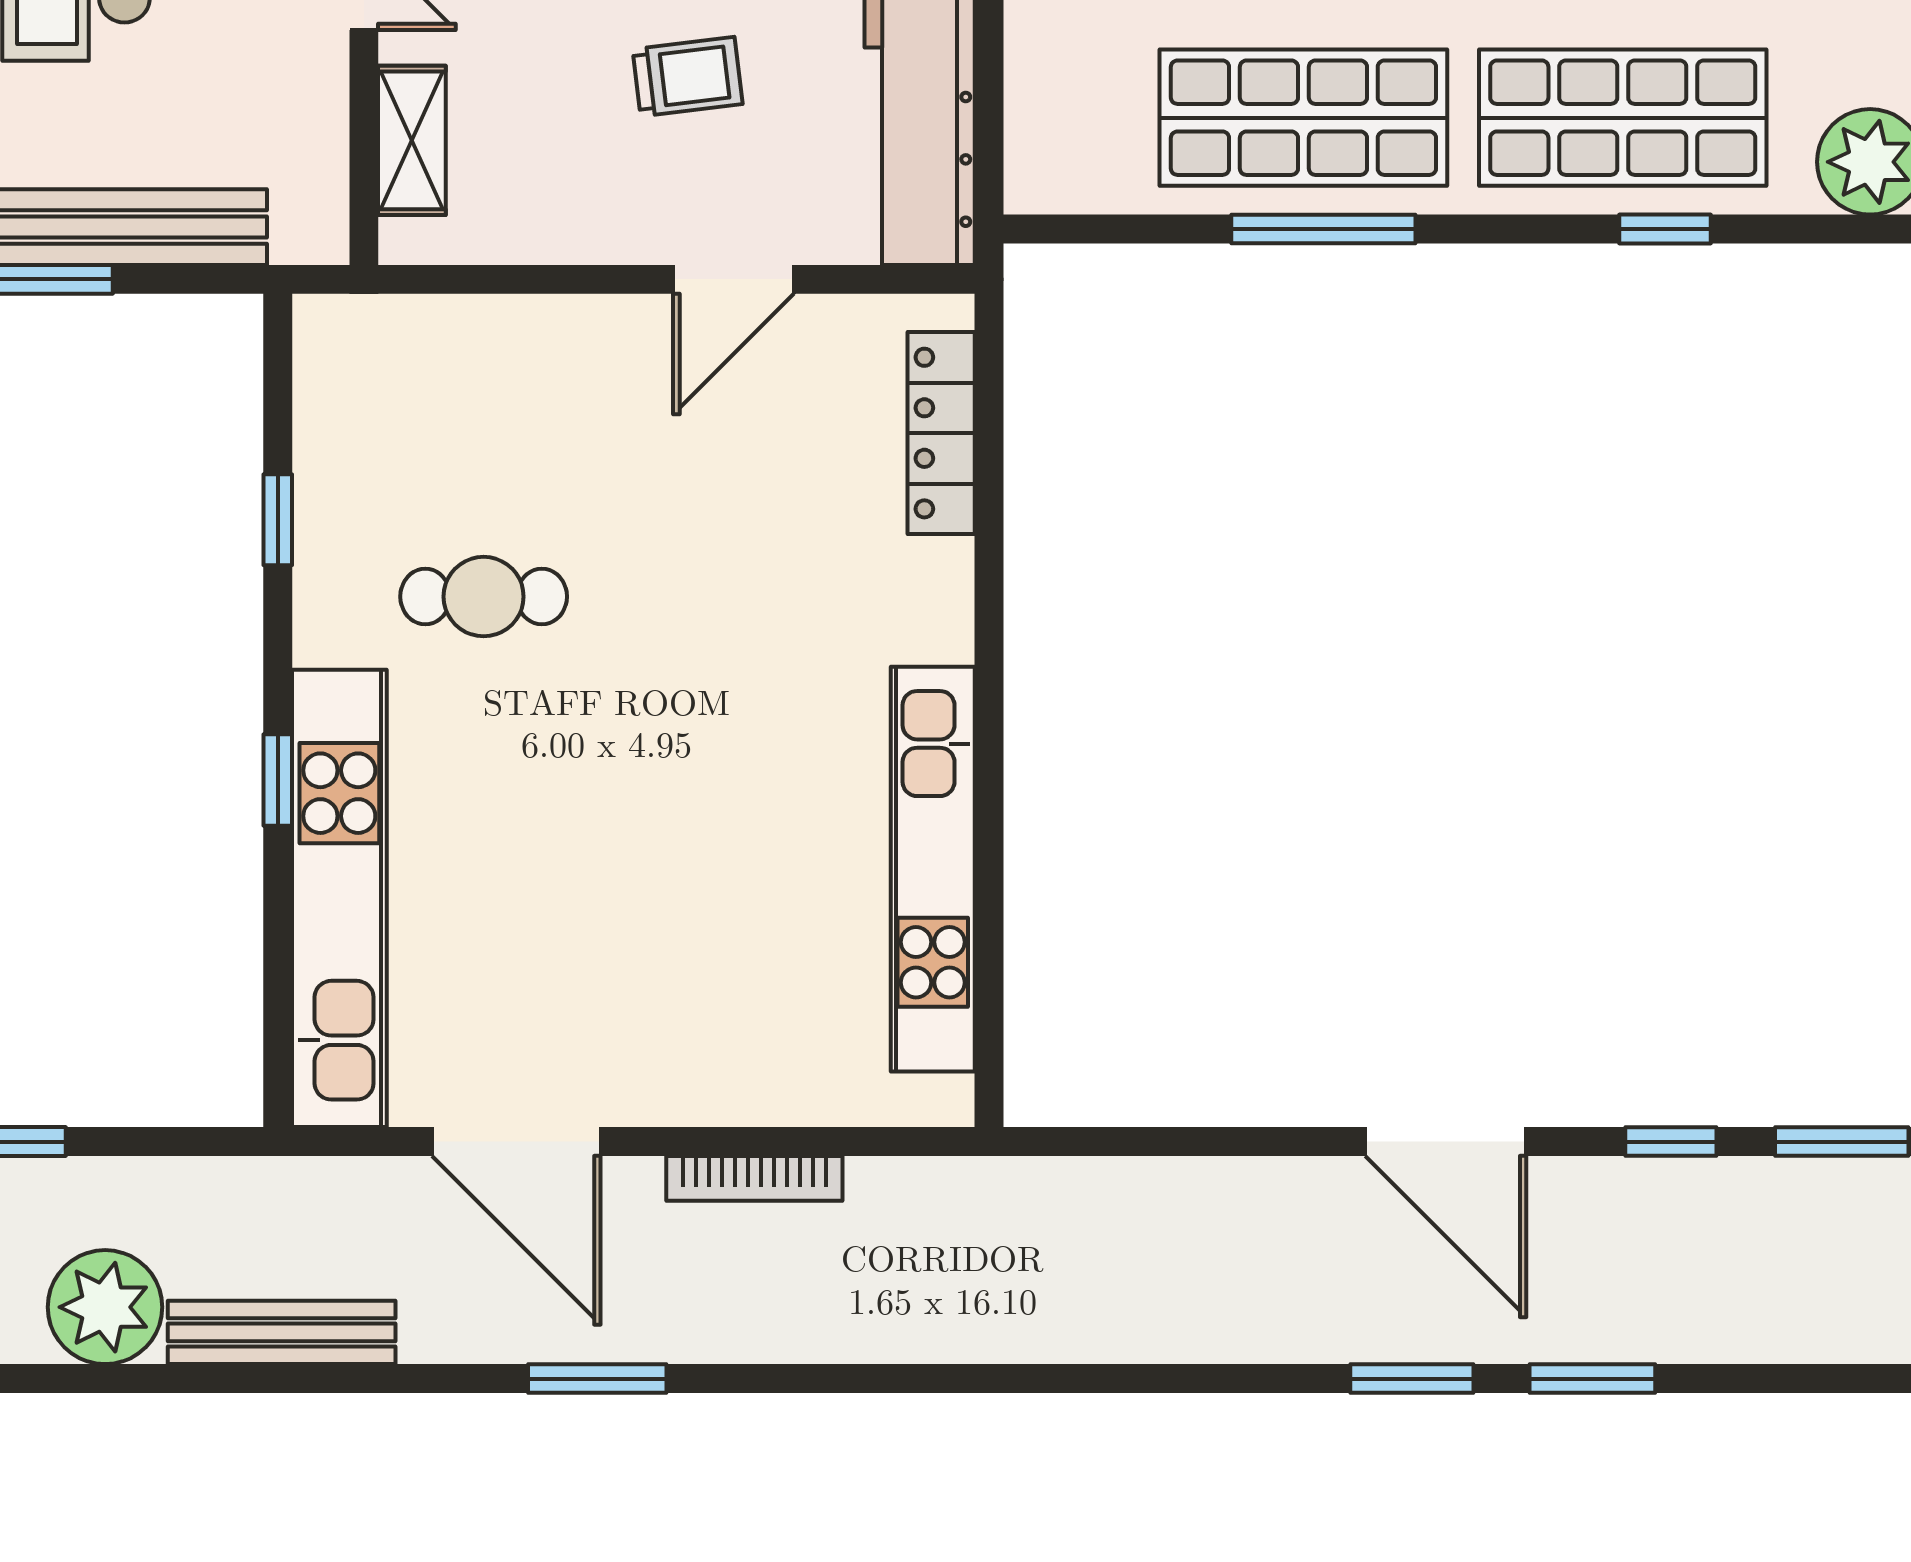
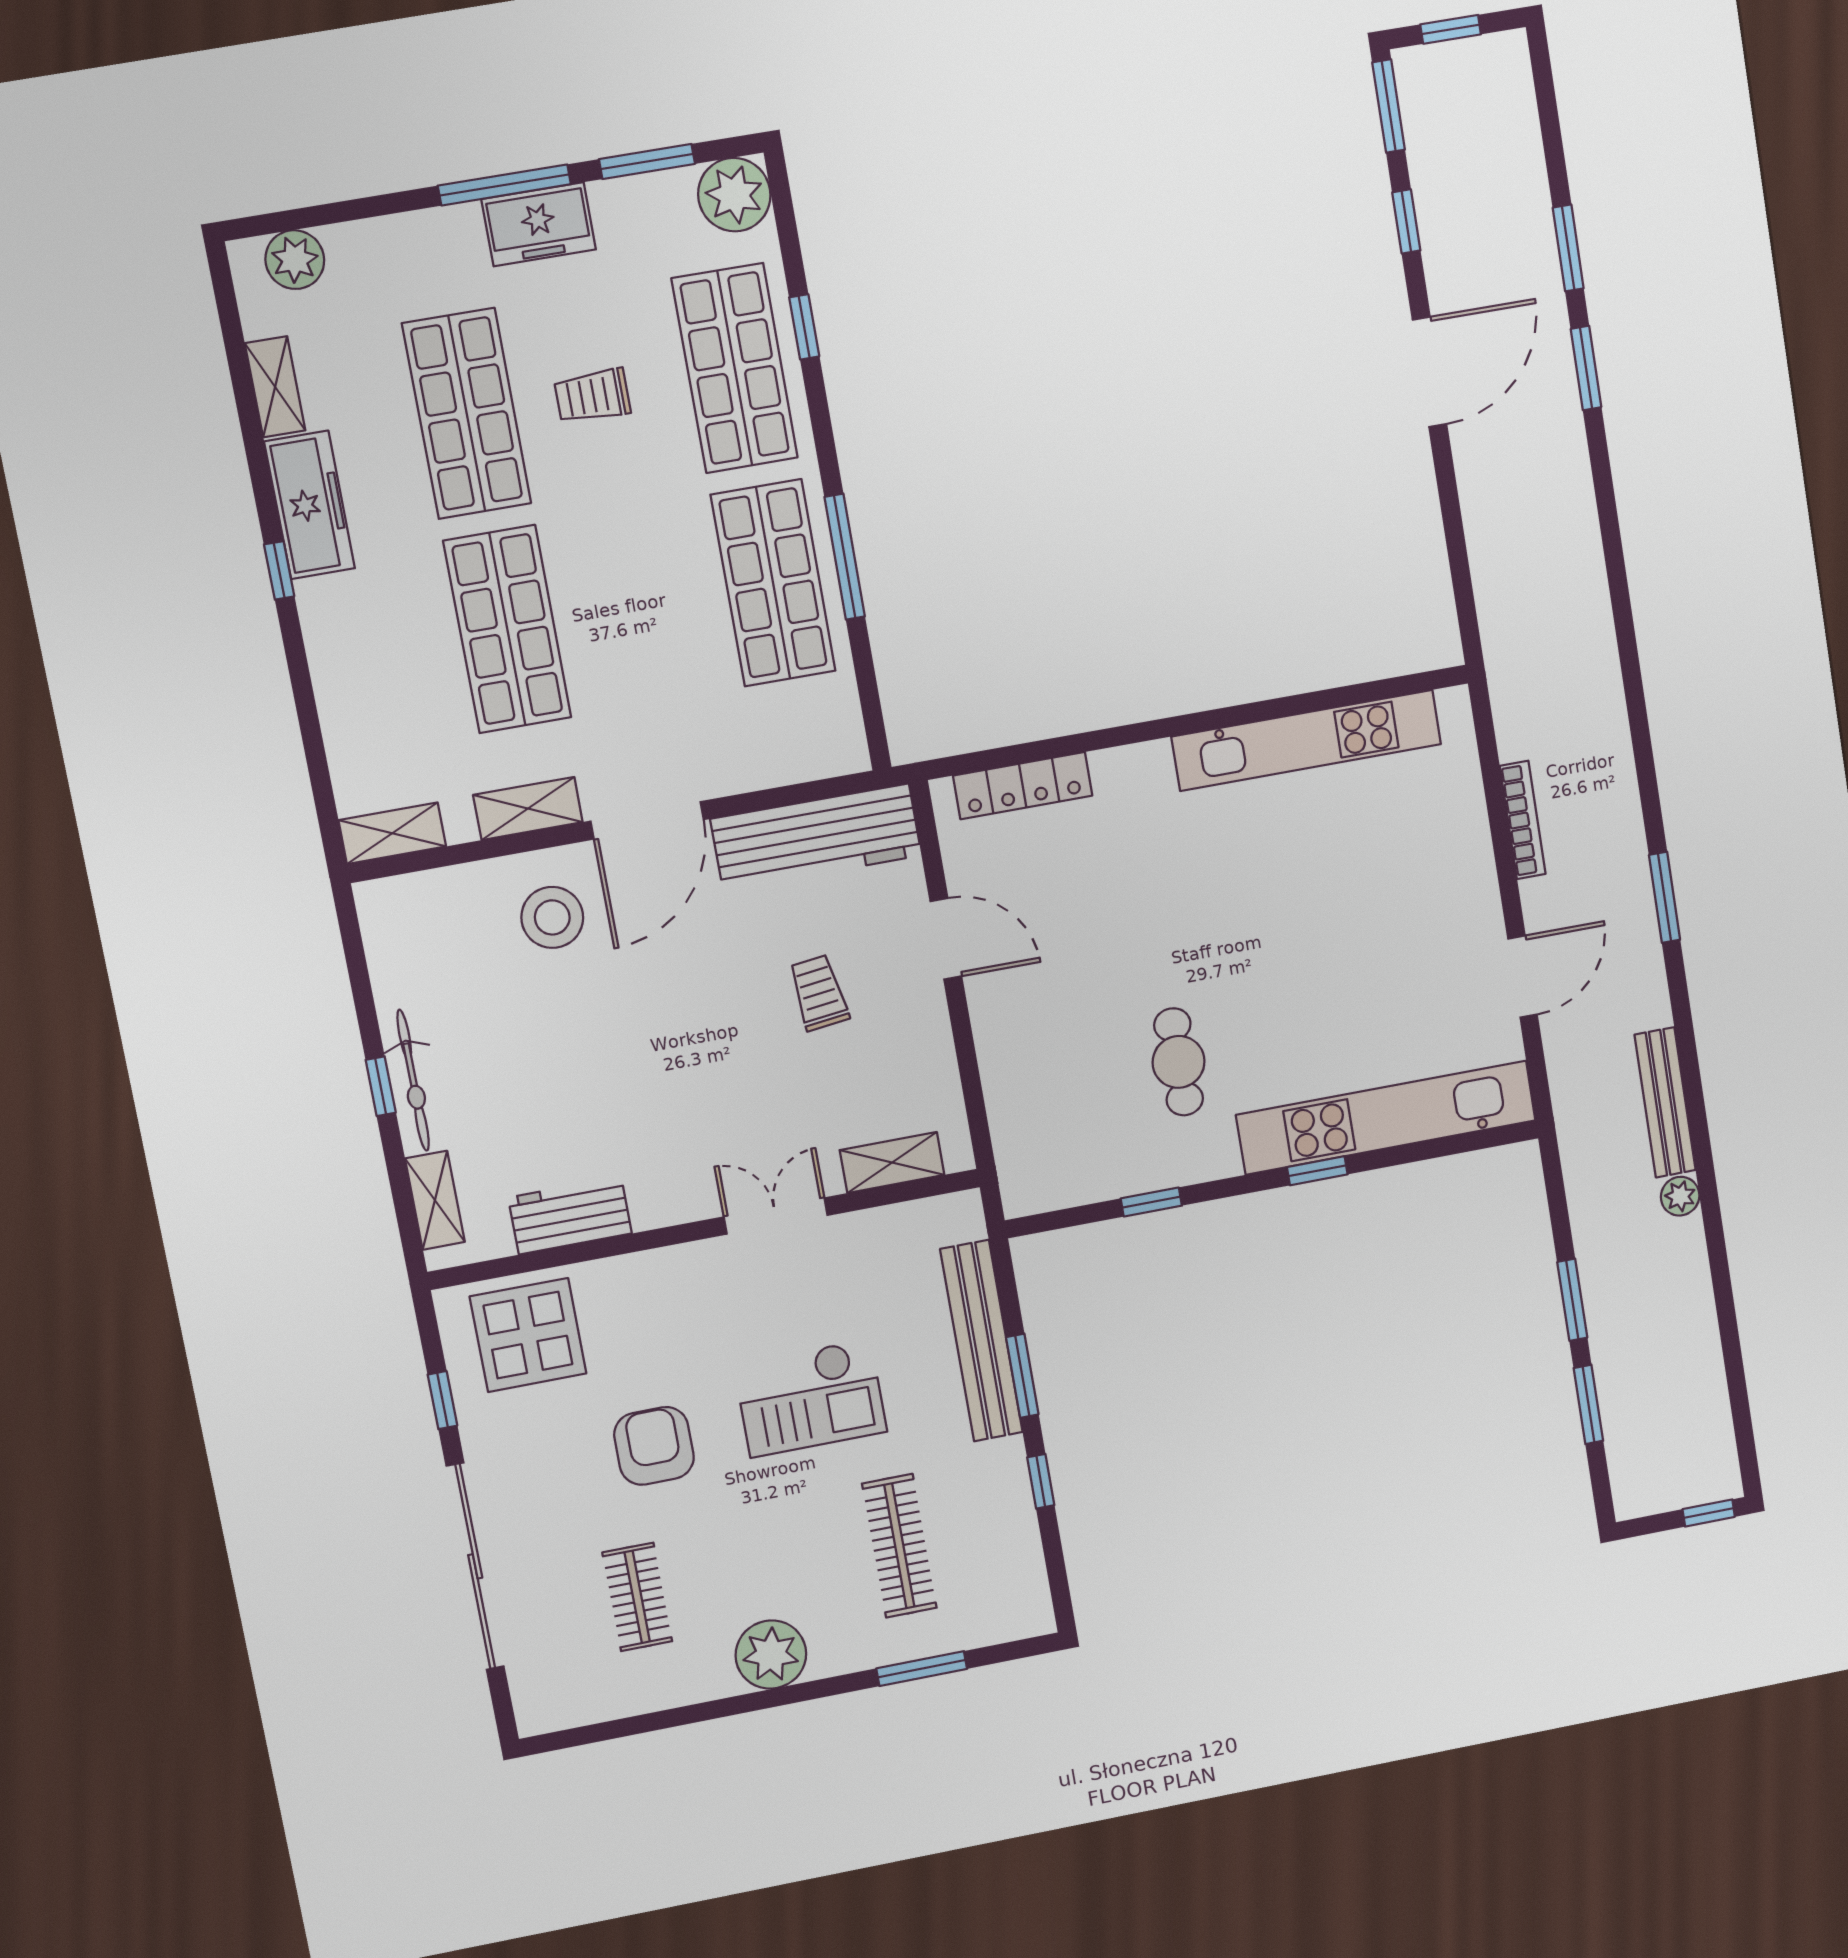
door: (516, 1142) -> (1523, 977), width x0.73
plant: (105, 1307) -> (1680, 1196), width x0.53, depth x0.53

